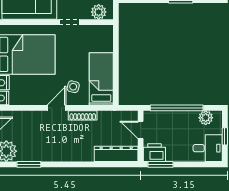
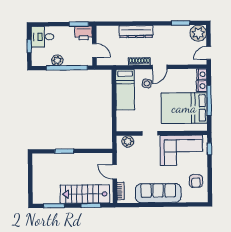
plant: (206, 118) -> (57, 60), moved
dresser: (116, 154) -> (136, 32), moved

